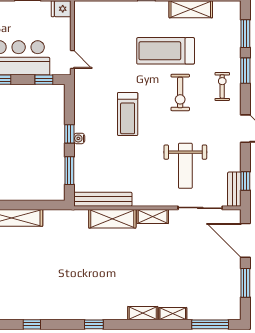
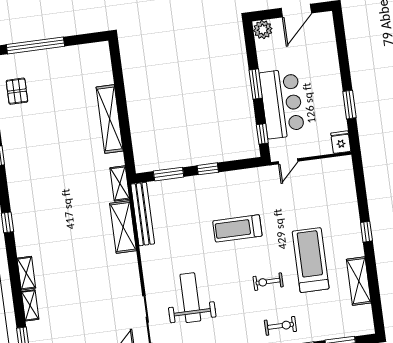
exercise bike: (180, 92) -> (268, 282), width x0.73, depth x0.72
water cooler: (79, 138) -> (204, 180), removed
weight bench: (185, 166) -> (190, 298), turned 90
shelving: (153, 217) -> (120, 183), moved

